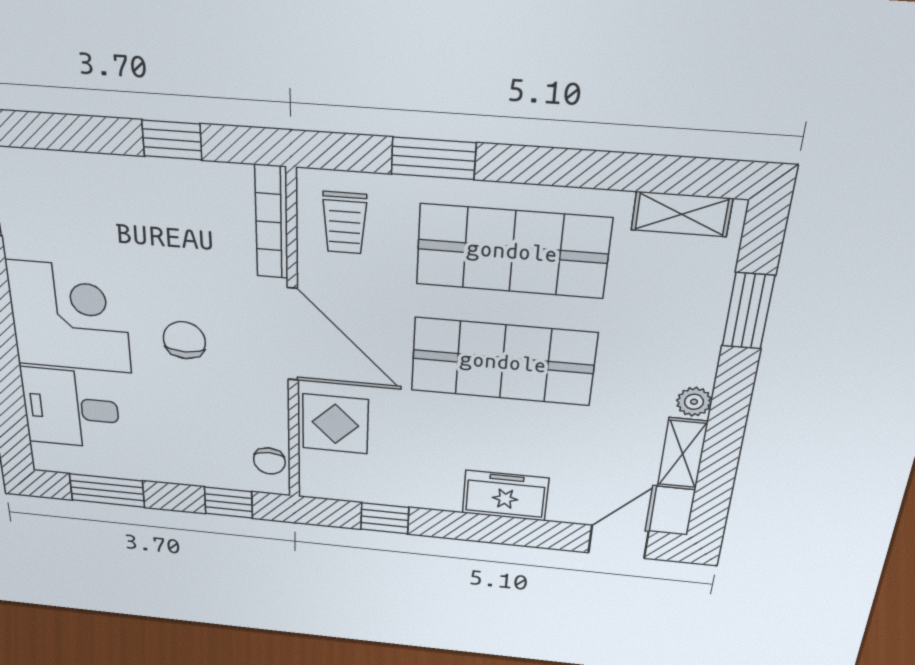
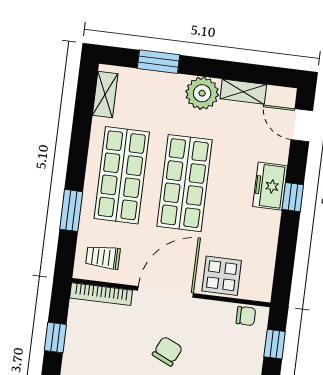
trolley: (345, 223) -> (103, 257), turned 180
chair: (184, 340) -> (167, 351), turned 115
plant: (694, 402) -> (202, 93), width x1.88, depth x1.88
window: (385, 518) -> (293, 197), moved

